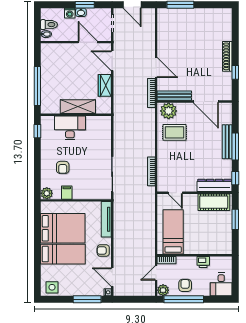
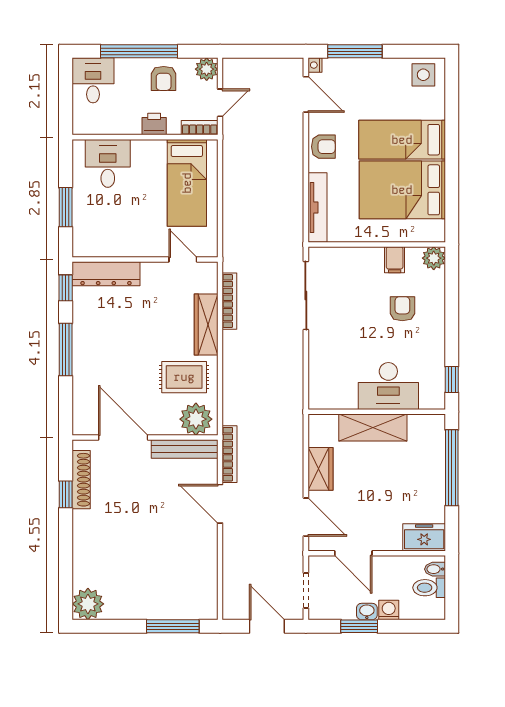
plant: (224, 16) -> (88, 604), added
freezer: (52, 50) -> (424, 537), added
shoe rack: (227, 56) -> (81, 480), moved
bench: (227, 142) -> (81, 359), removed
wardrobe: (163, 159) -> (206, 325), added
cot: (214, 202) -> (107, 241), removed
desk: (214, 242) -> (108, 163), added
printer: (203, 262) -> (154, 124), moved
window: (184, 299) -> (139, 51), moved

